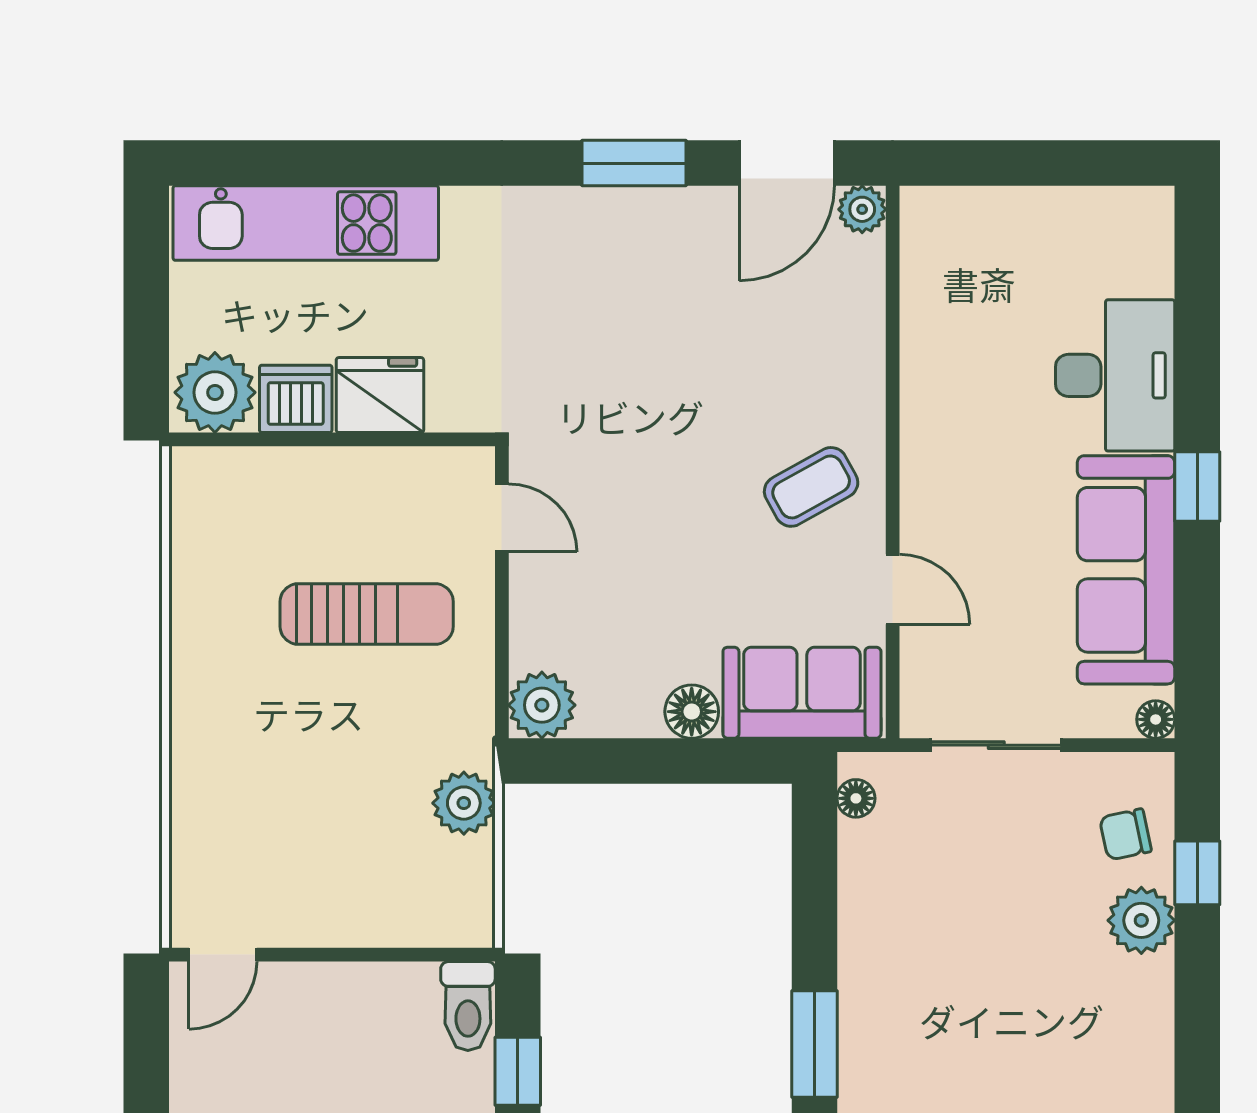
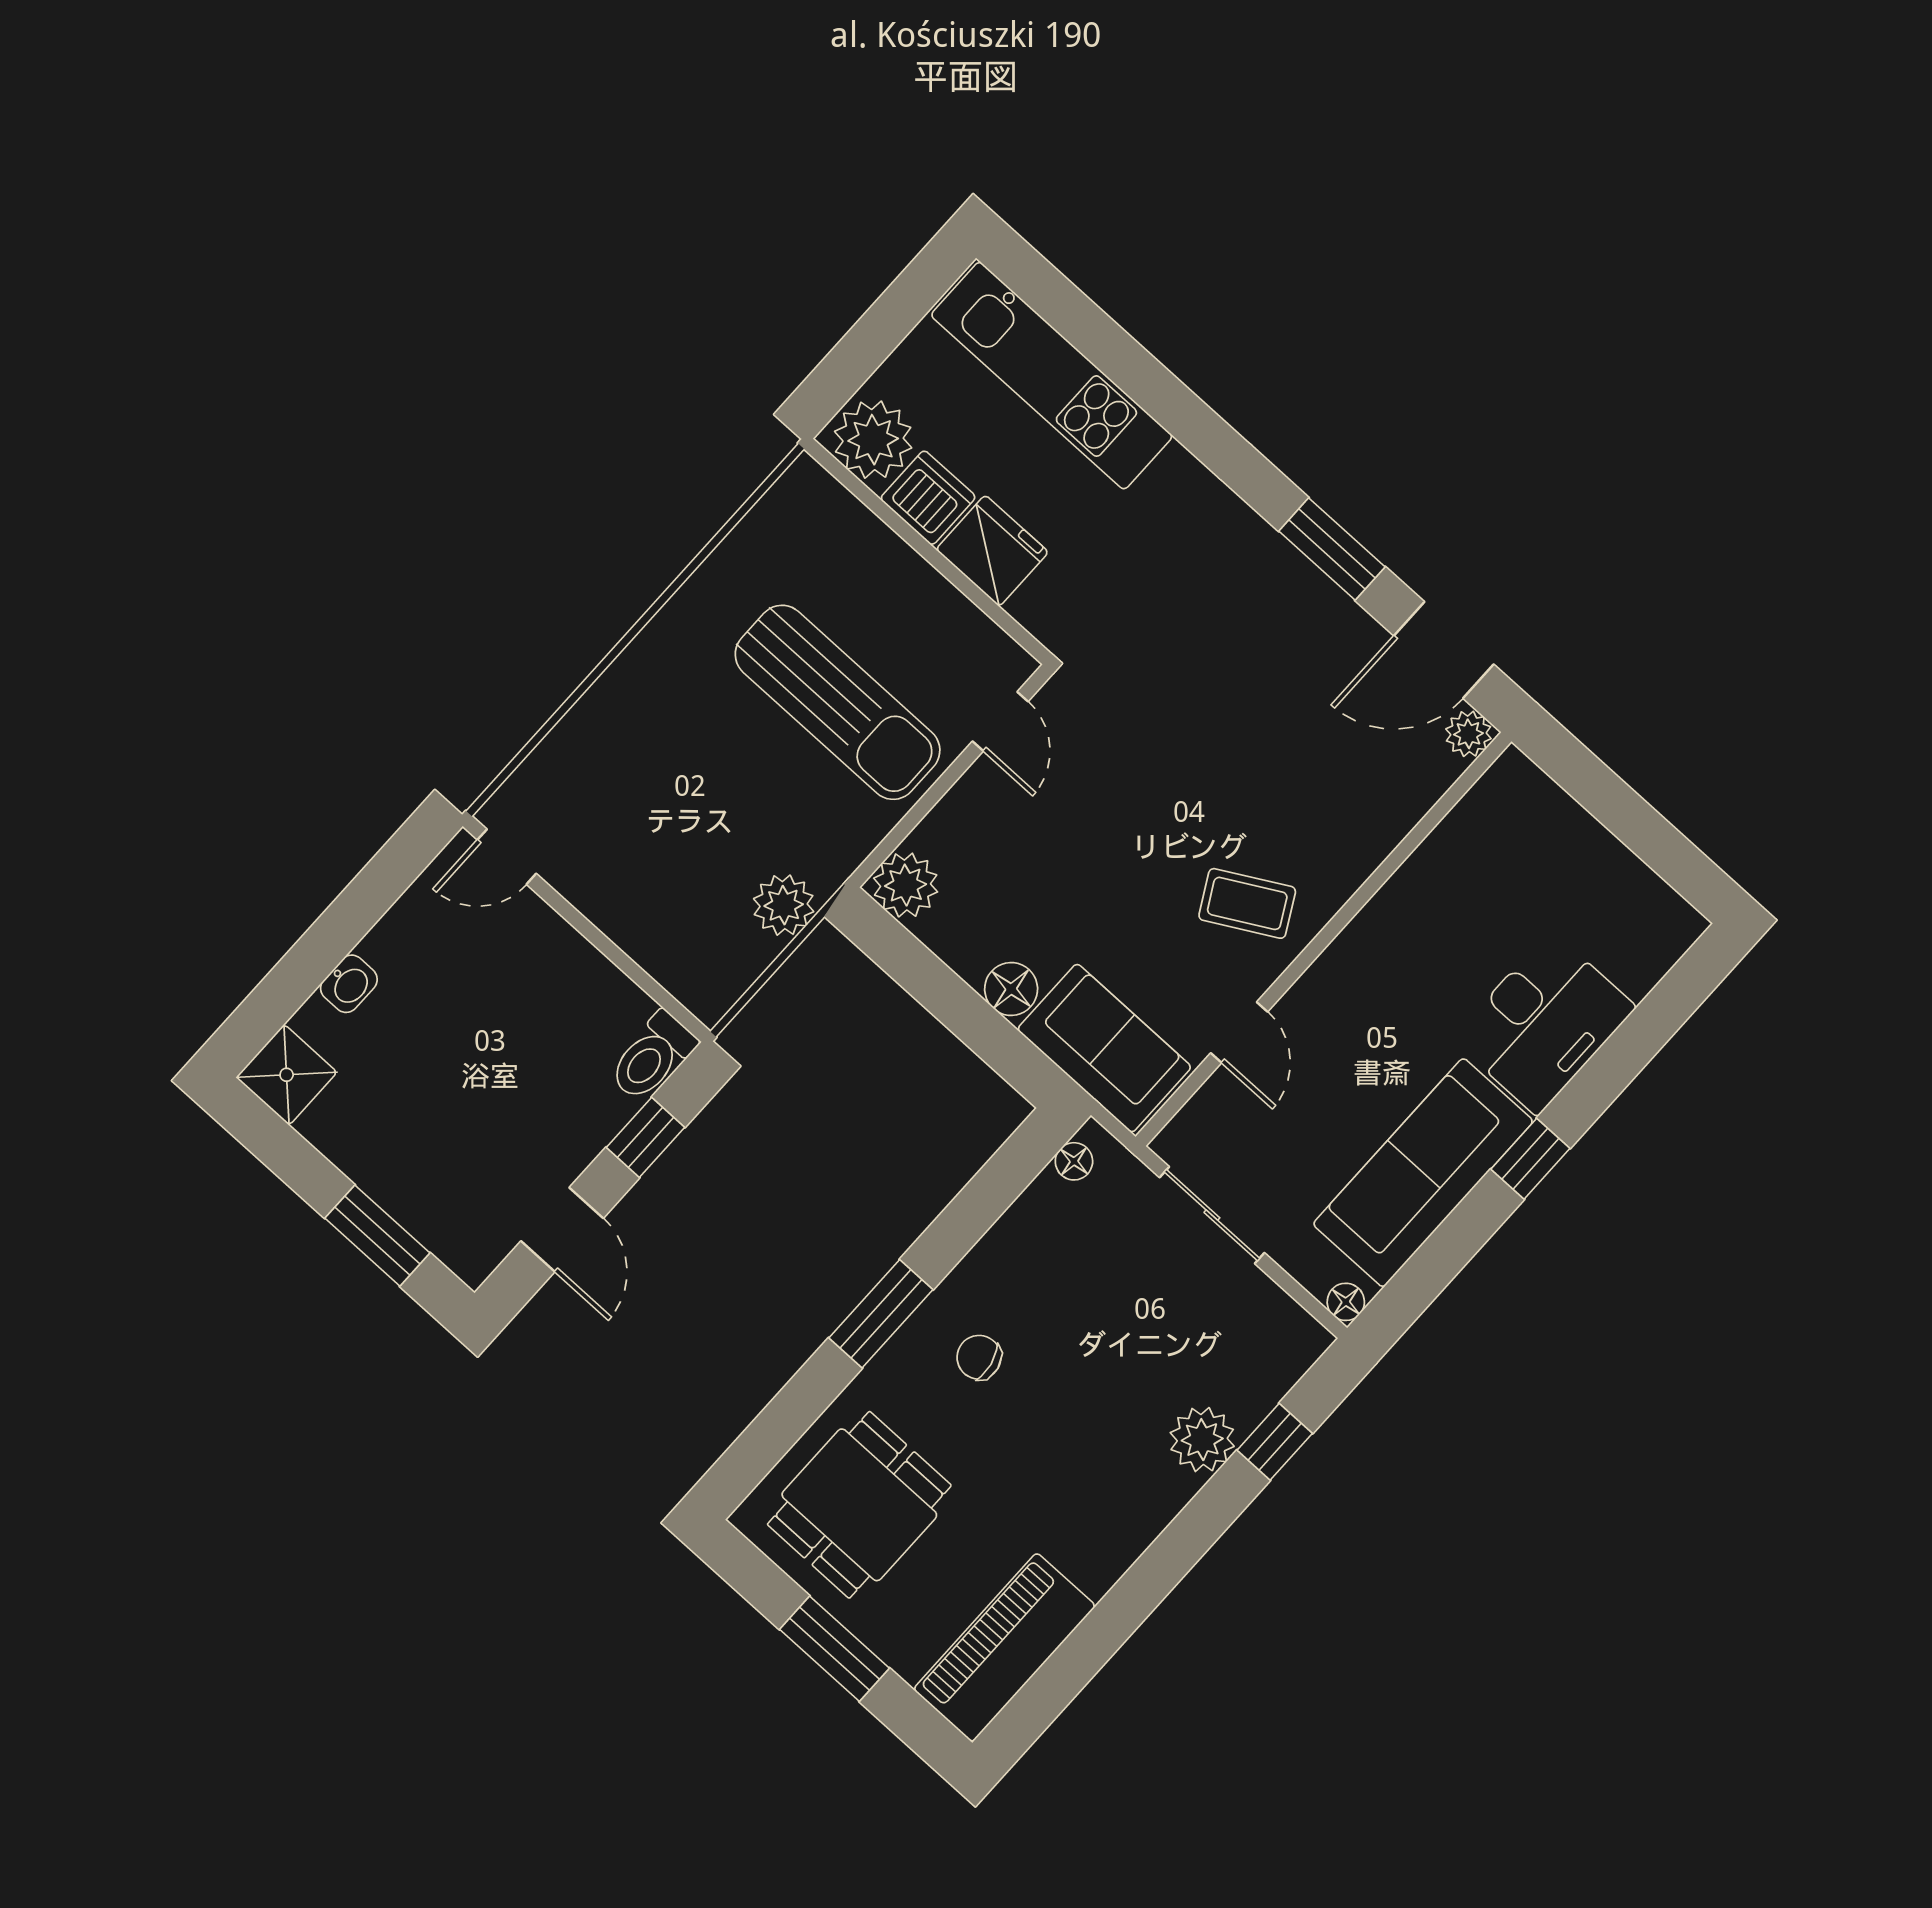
sun lounger: (367, 614) -> (838, 702), width x1.36, depth x1.34
chair: (1125, 834) -> (979, 1357), moved

